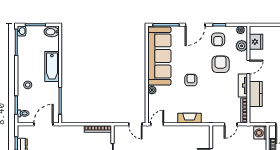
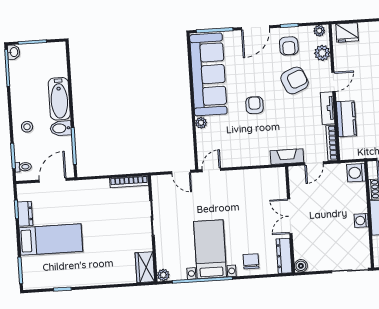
bidet: (52, 32) -> (61, 128), moved
fridge: (256, 42) -> (347, 32), moved, turned 90
armchair: (221, 64) -> (294, 80), turned 67
fireplace: (190, 118) -> (287, 157), moved

